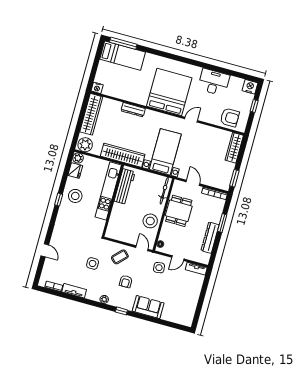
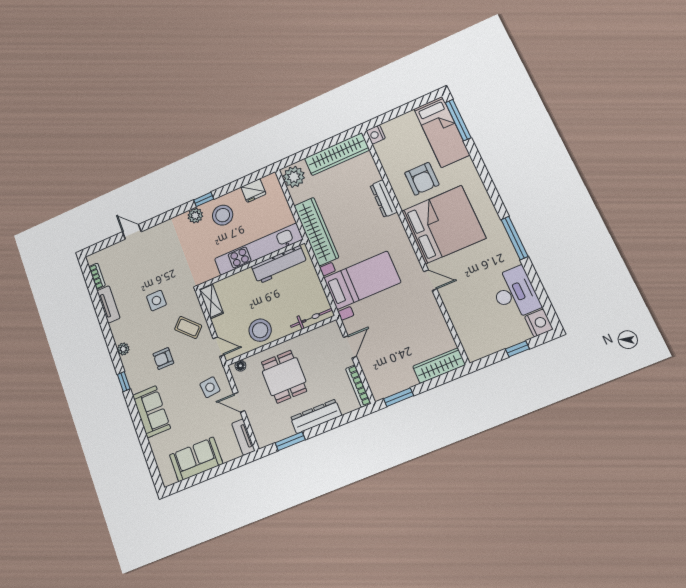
window: (202, 65) -> (515, 238), added
desk: (214, 82) -> (515, 293), moved
armchair: (230, 117) -> (422, 179), moved
plant: (78, 158) -> (195, 216), moved
dining table: (179, 211) -> (284, 377), moved, turned 90
window: (222, 223) -> (290, 441), moved
shelving: (116, 235) -> (211, 301), added
dresser: (210, 238) -> (316, 416), moved
door: (142, 248) -> (218, 347), hinge flipped
door: (45, 250) -> (132, 232), swing flipped
sofa: (189, 301) -> (196, 459), added

